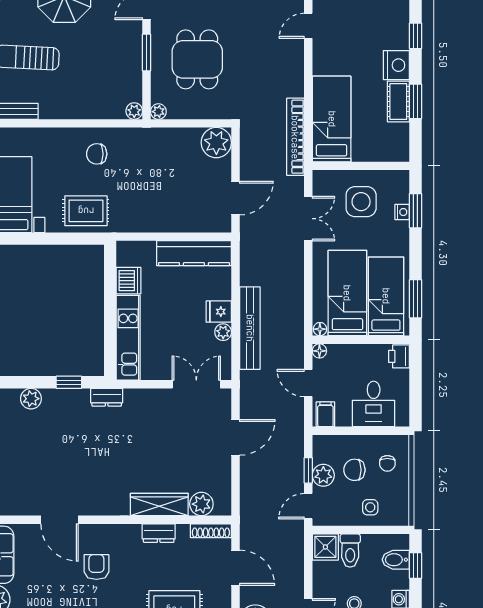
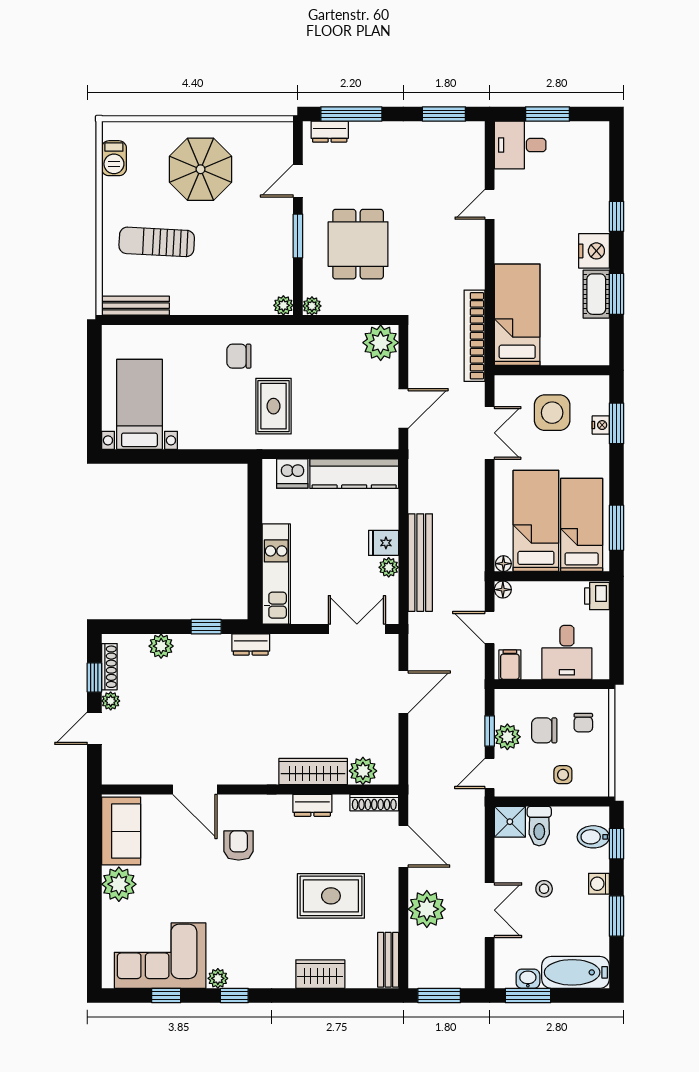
rug: (86, 211) -> (273, 406), moved, turned 90
dishwasher: (129, 281) -> (292, 474), moved, turned 90

